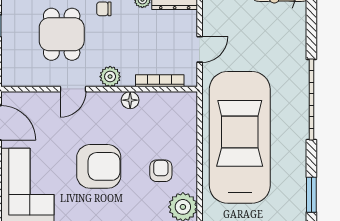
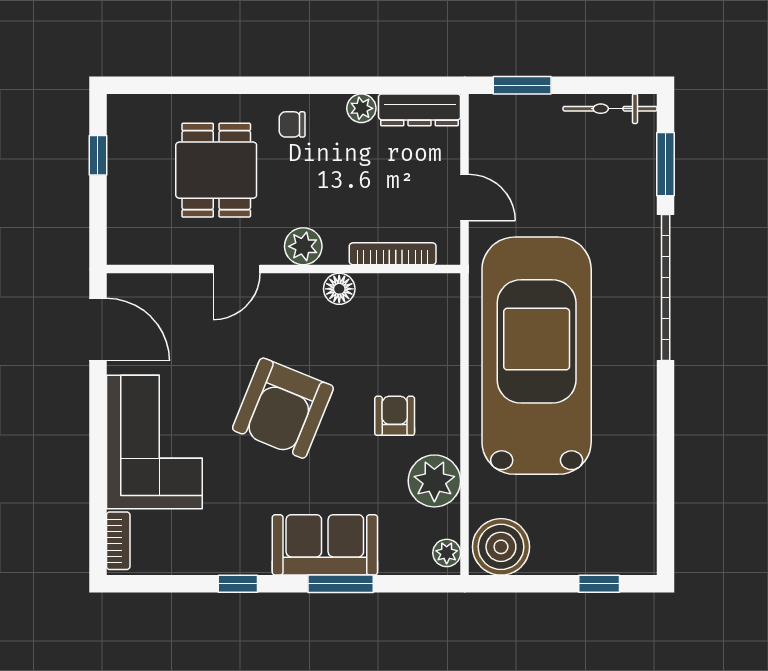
door: (200, 49) -> (465, 197), hinge flipped
armchair: (99, 166) -> (283, 408), turned 112
window: (311, 195) -> (666, 164), moved

